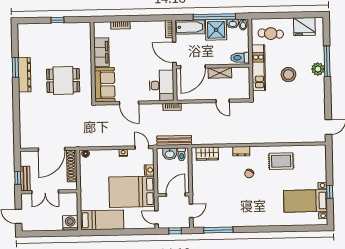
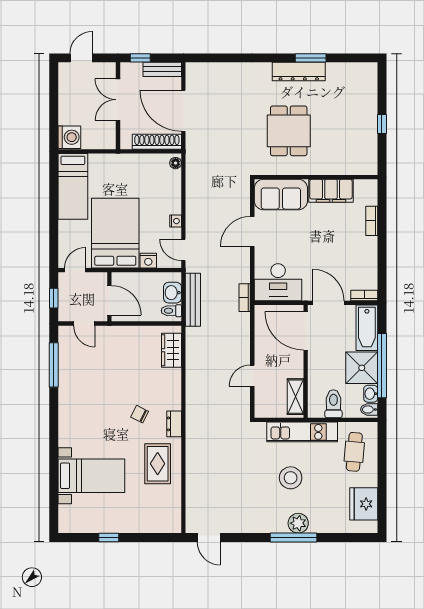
door: (174, 52) -> (328, 303), hinge flipped
toilet: (240, 58) -> (333, 404), moved
window: (327, 61) -> (293, 538), moved
shelving: (220, 73) -> (296, 397), moved
door: (142, 147) -> (183, 250), swing flipped
dresser: (241, 151) -> (174, 424), moved
bench: (25, 178) -> (162, 69), moved
bed with nightstands: (305, 201) -> (91, 476), moved, turned 90

